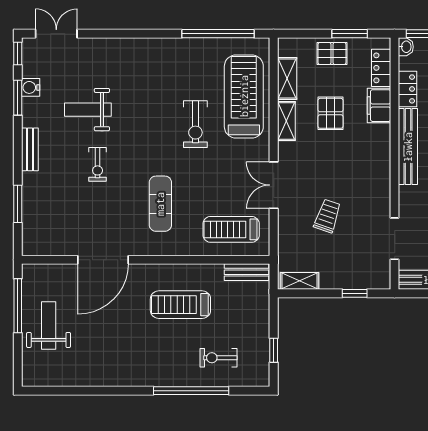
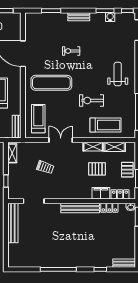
treadmill: (244, 96) -> (106, 125), width x0.73, depth x0.73
weight bench: (88, 110) -> (118, 74), moved
exercise mat: (160, 204) -> (51, 83), width x1.36, depth x1.45

